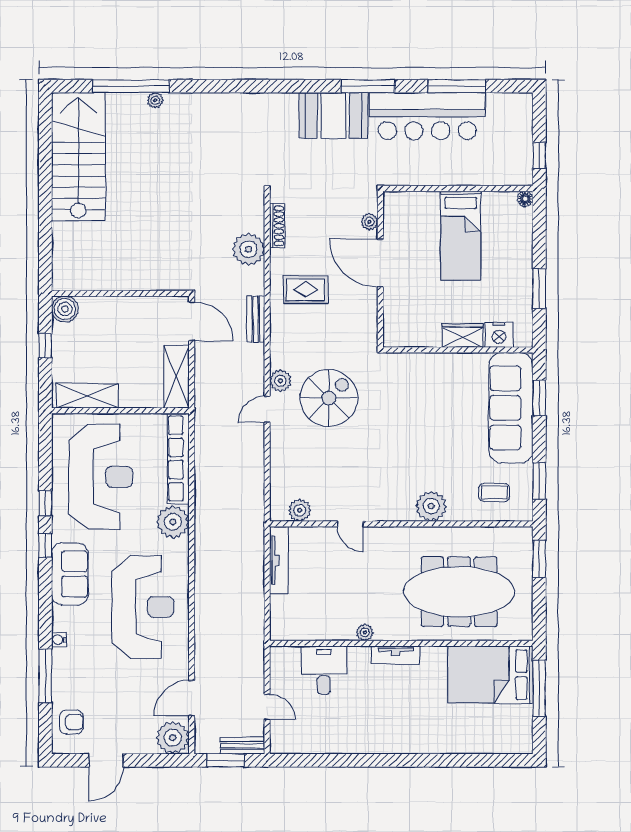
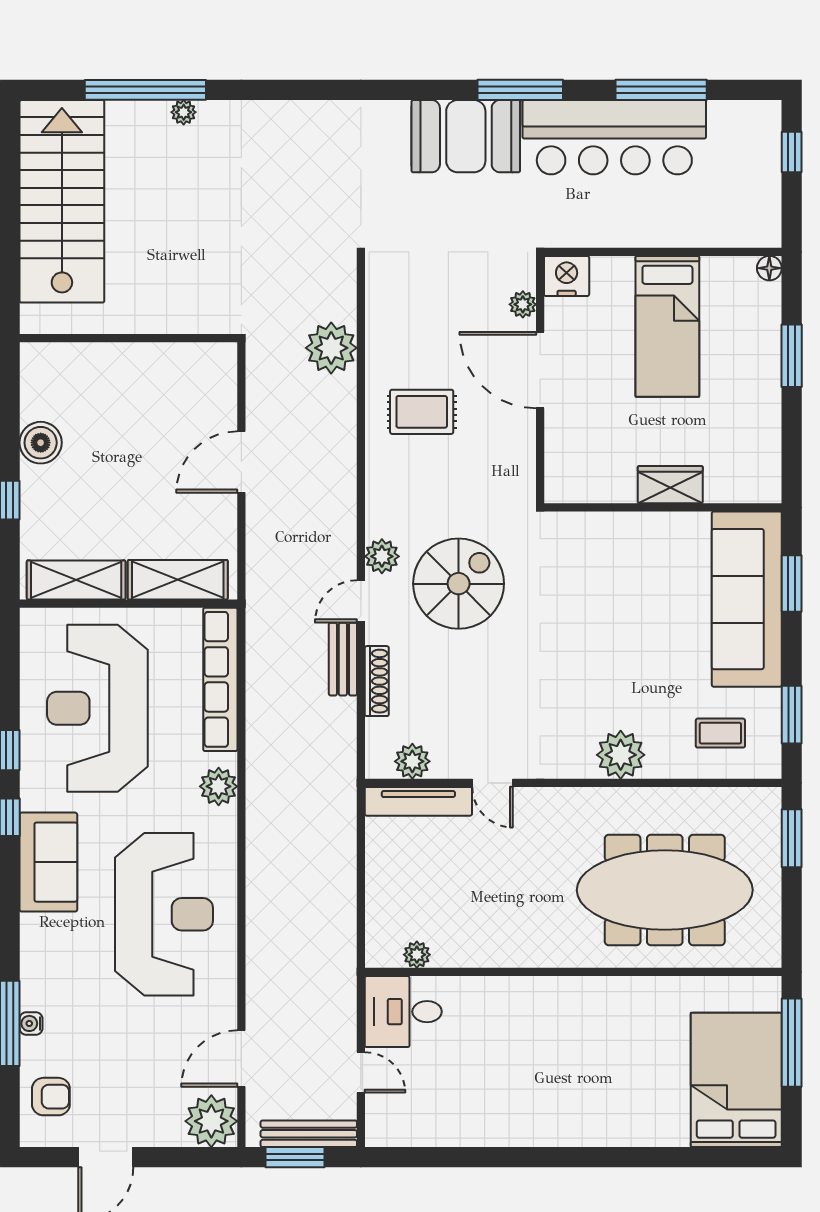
window: (539, 155) -> (792, 152), moved
shoe rack: (277, 226) -> (377, 681), moved
window: (539, 289) -> (792, 356), moved
wall: (120, 293) -> (129, 338), moved
bench: (256, 319) -> (343, 659), moved
door: (192, 321) -> (241, 462), swing flipped
nightstand: (499, 335) -> (567, 276), moved, turned 180
shelving: (177, 377) -> (178, 580), moved, turned 90
reception desk: (101, 477) -> (97, 708), turned 180
plant: (173, 522) -> (219, 786), width x0.73, depth x0.73
tv unit: (279, 560) -> (418, 801), moved, turned 90
plant: (365, 632) -> (417, 955), moved
water cooler: (59, 640) -> (31, 1023), moved
tv unit: (395, 655) -> (564, 991), removed
desk: (324, 670) -> (403, 1012), moved, turned -90
bed: (490, 675) -> (736, 1080), moved, turned 90
bench: (242, 746) -> (309, 1134), width x1.36

